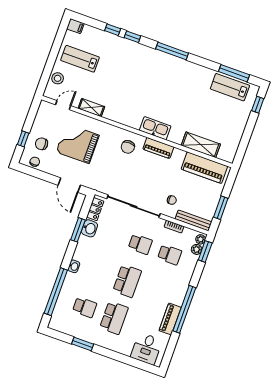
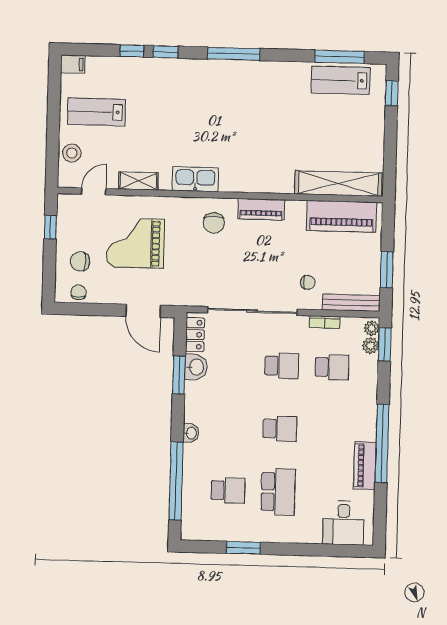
kitchen sink: (155, 128) -> (195, 179), moved
window: (23, 139) -> (50, 227), moved
shelving: (201, 145) -> (338, 183), width x1.47
school desk: (127, 281) -> (280, 429), width x0.54

